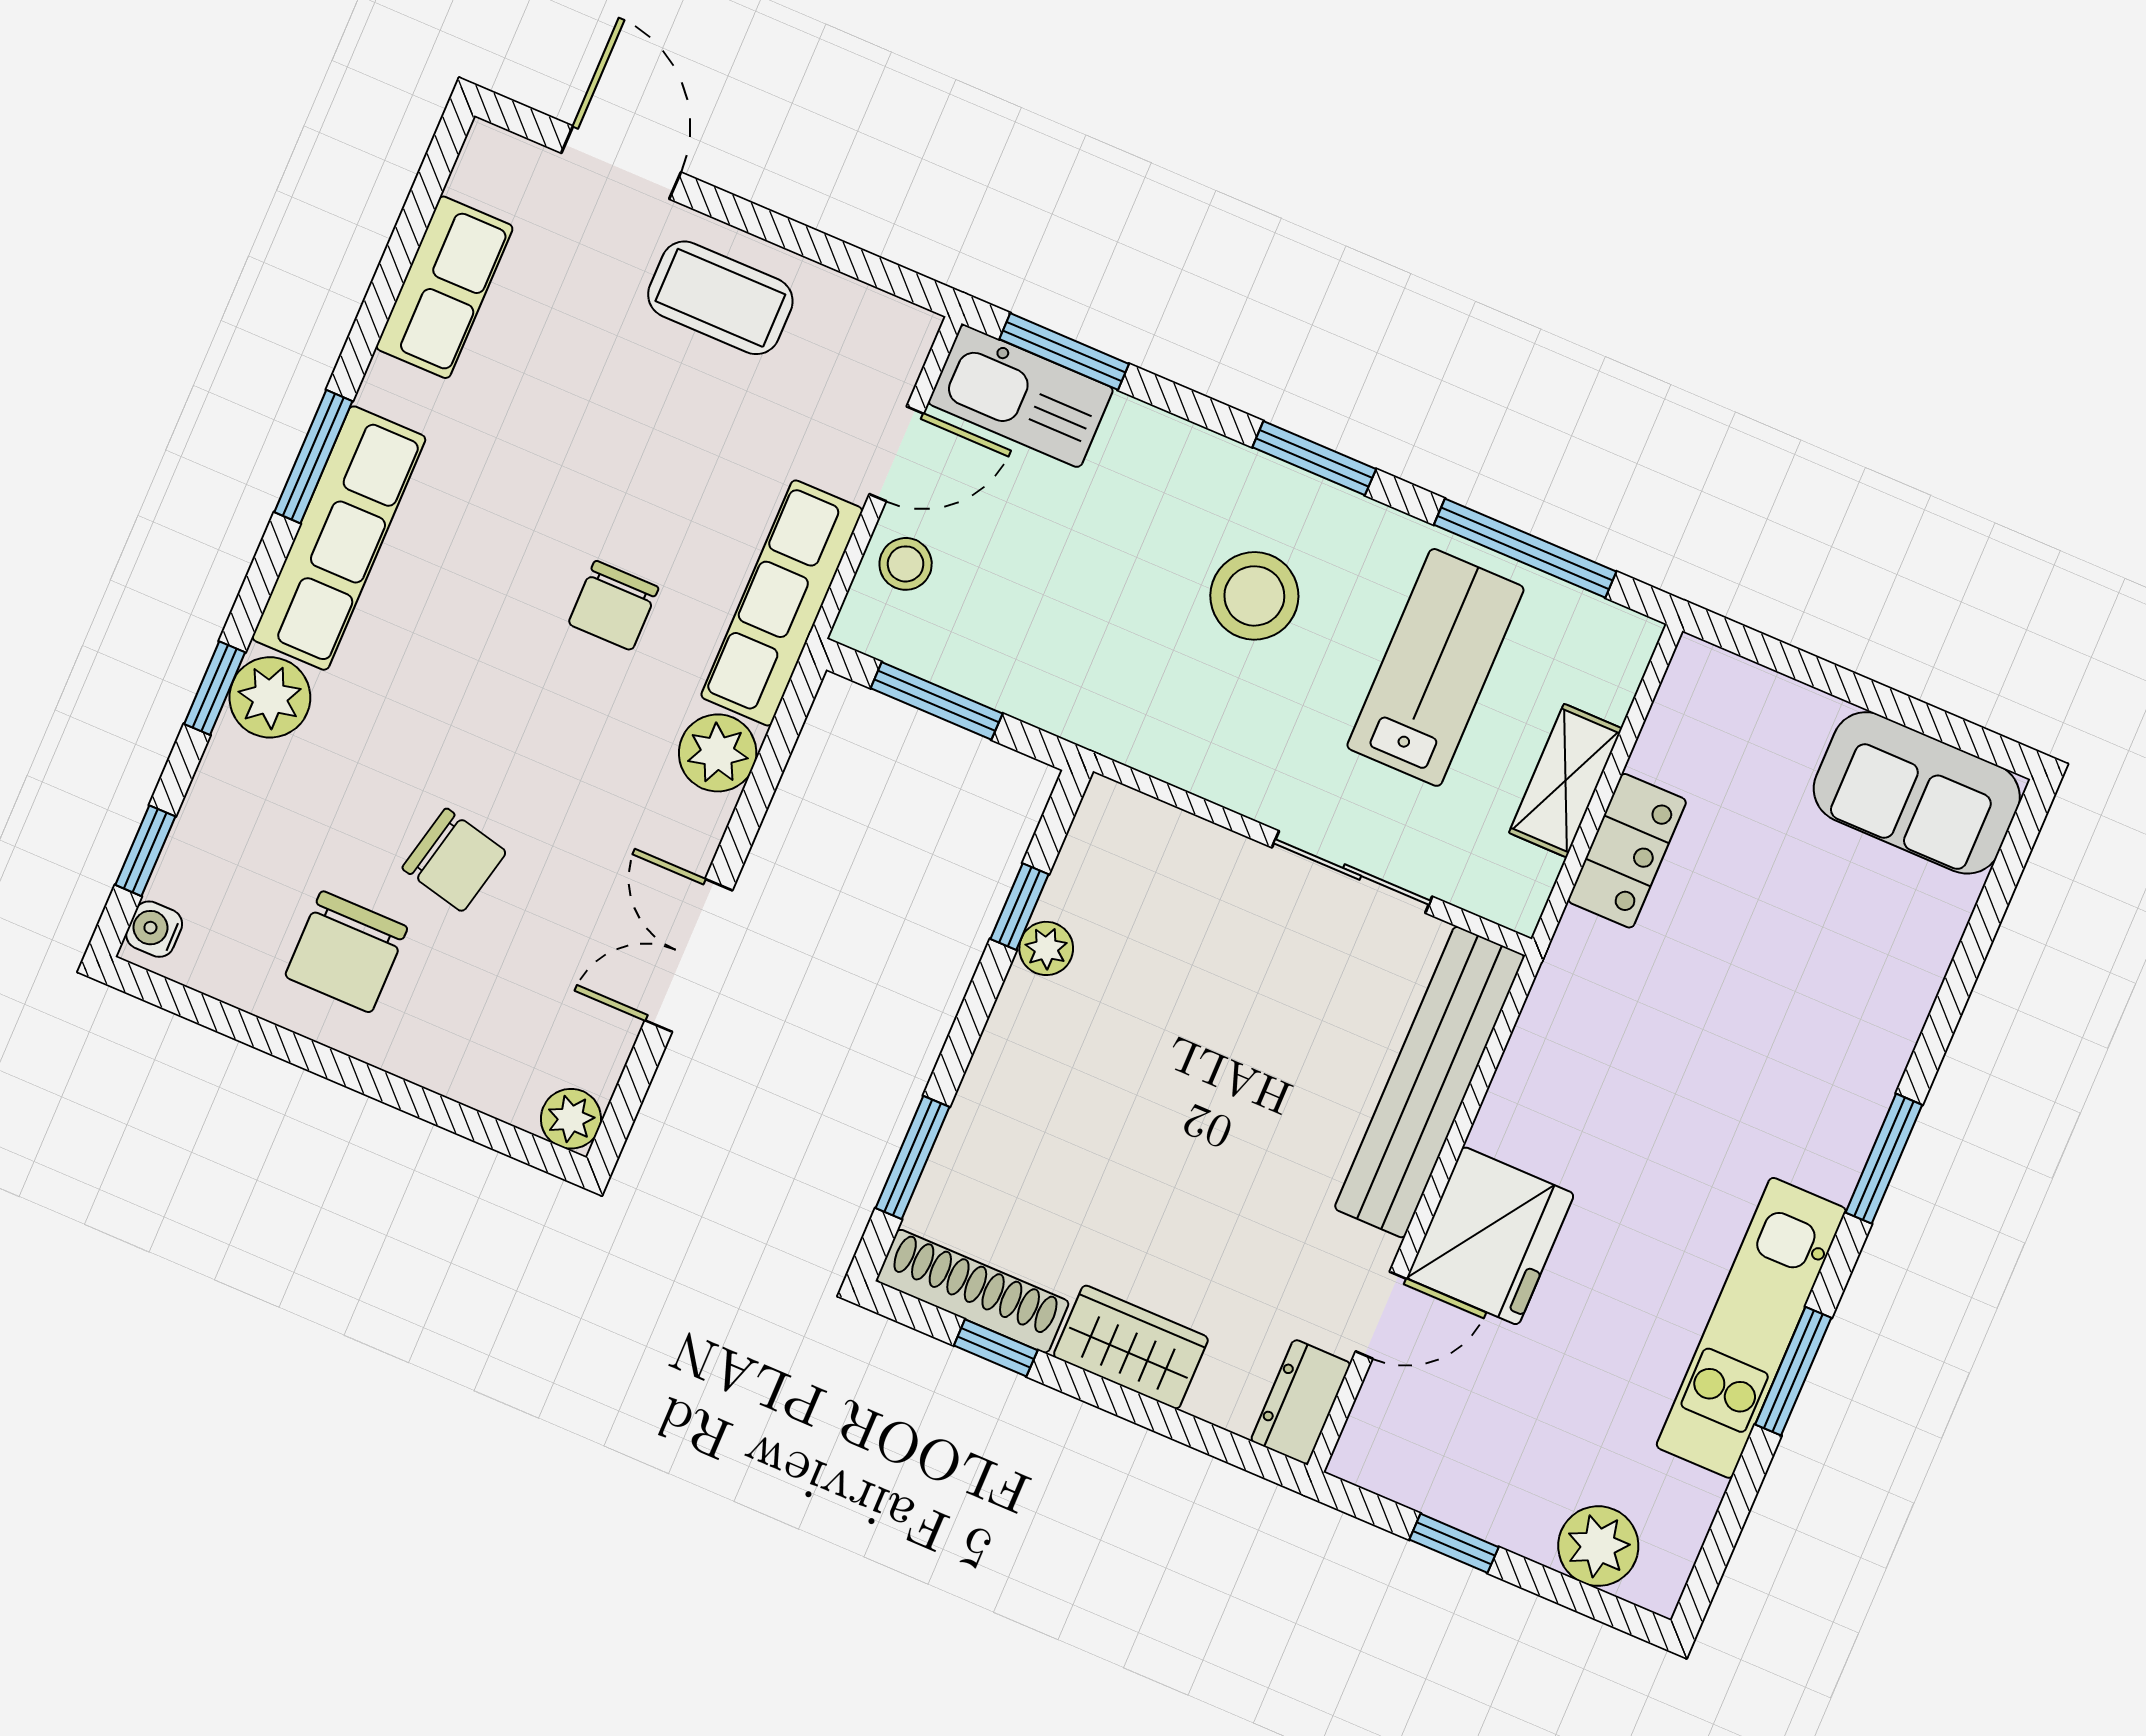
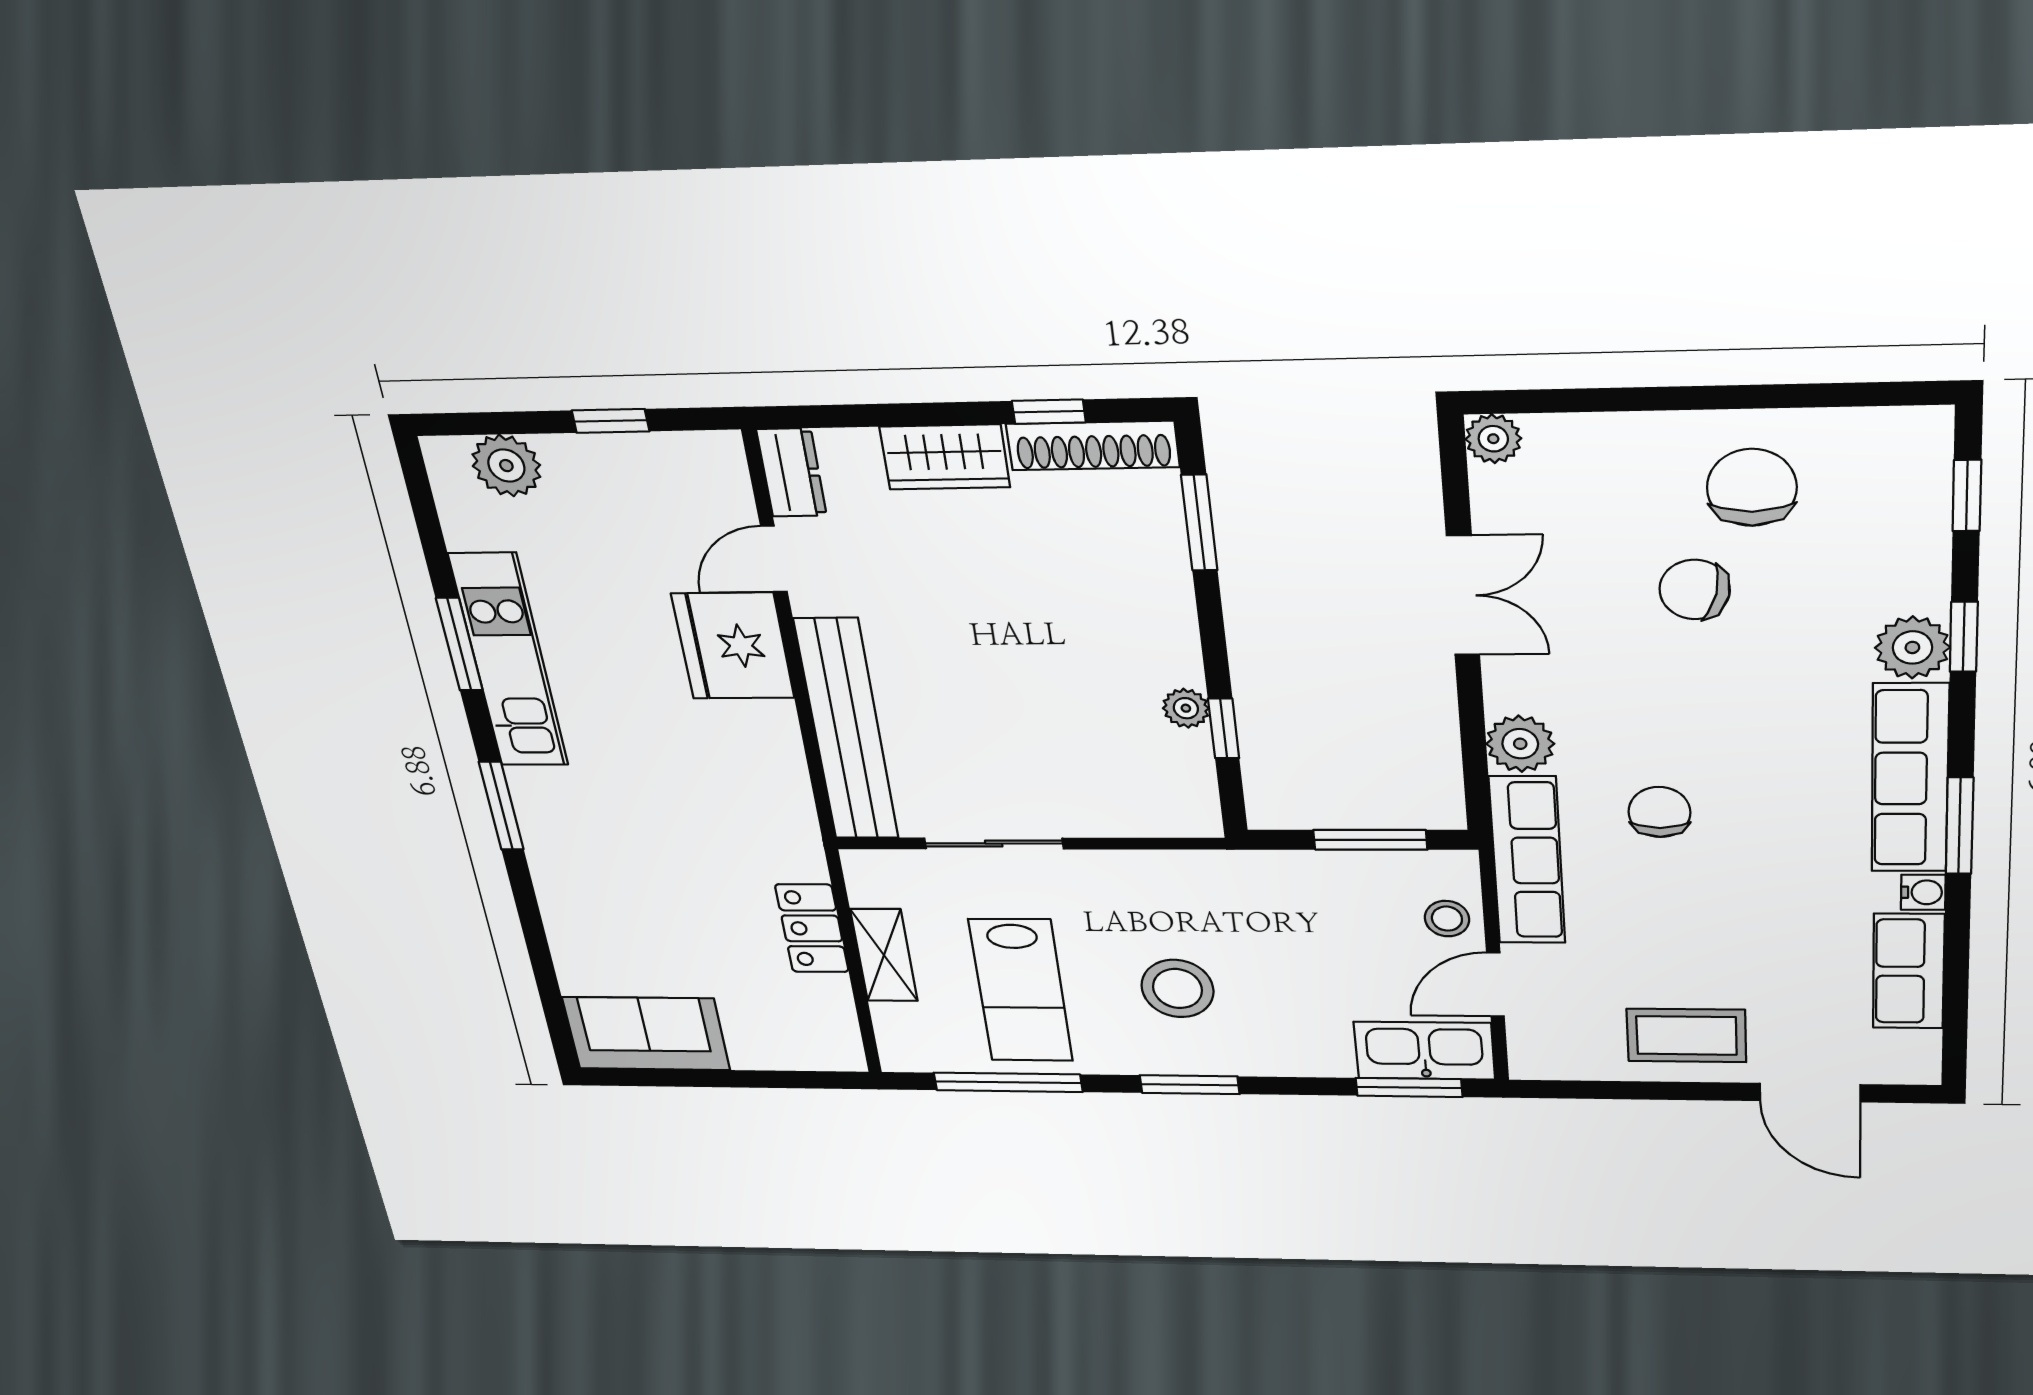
water cooler: (154, 929) -> (1923, 892), moved

